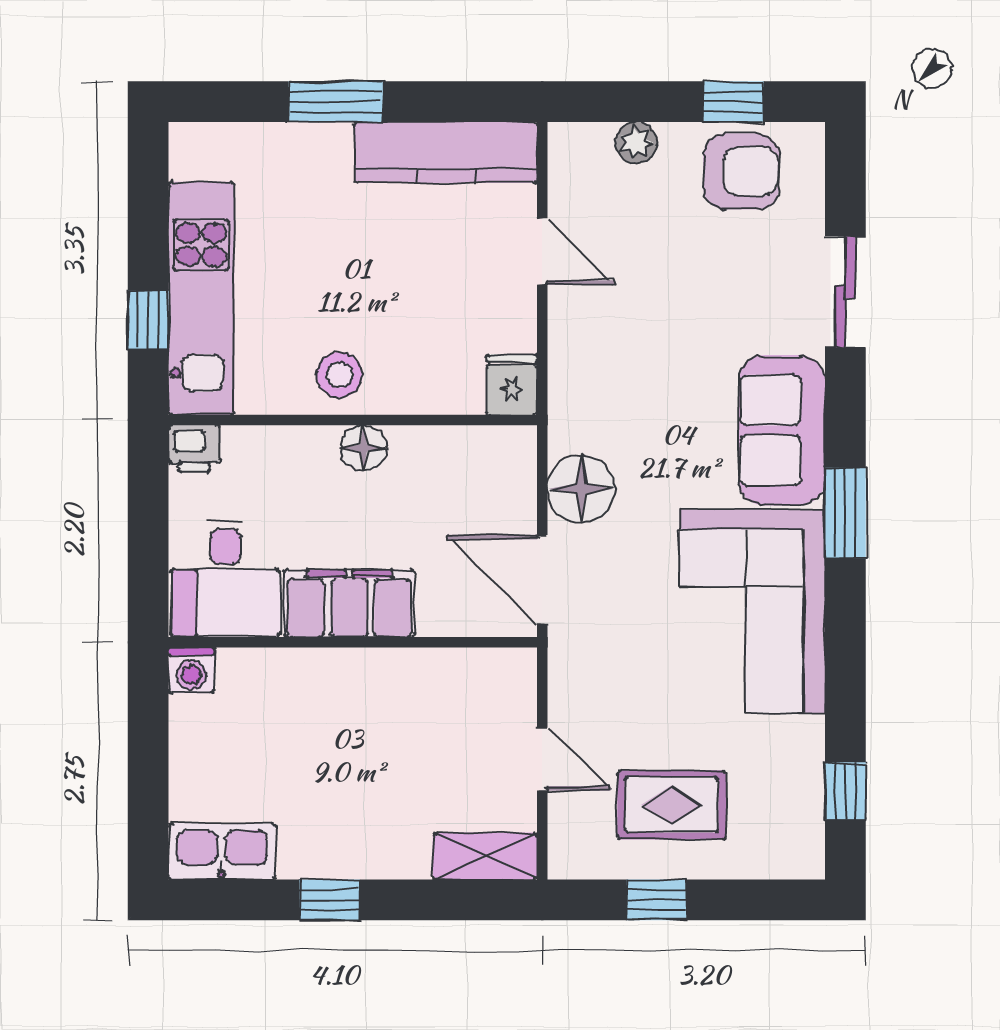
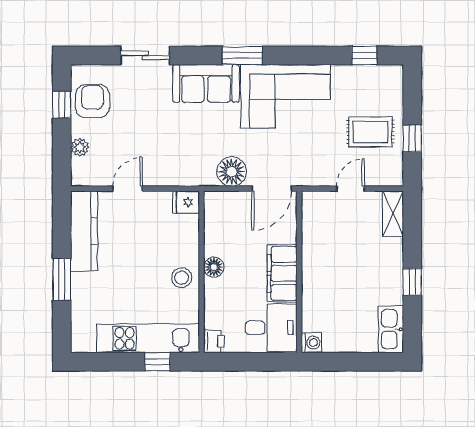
rug: (672, 805) -> (370, 132), turned 90

